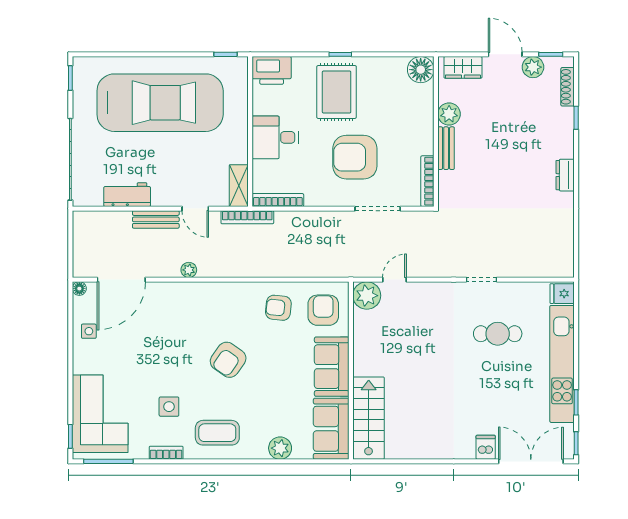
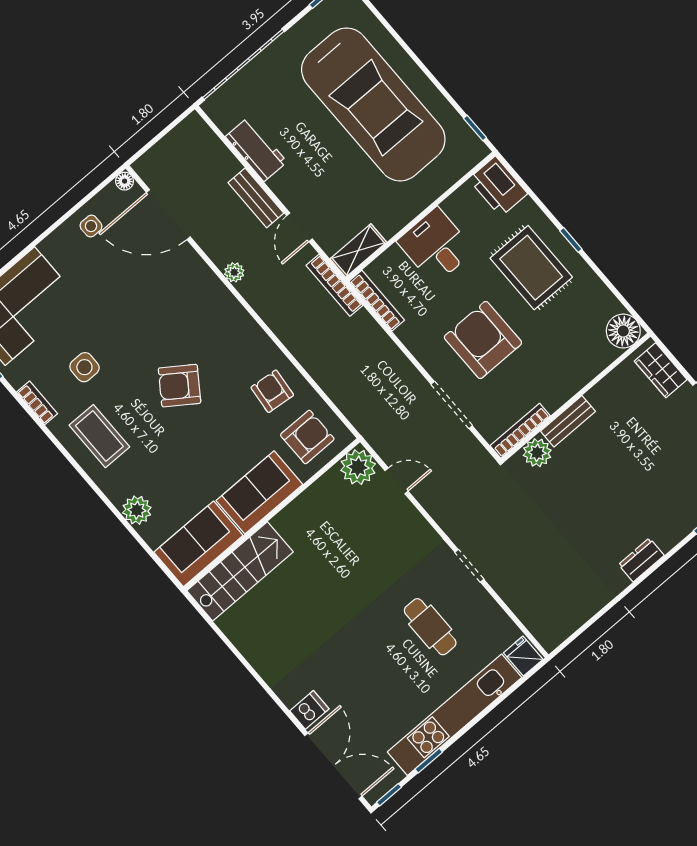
rug: (337, 92) -> (531, 268), turned 90
plant: (449, 114) -> (537, 453), moved

